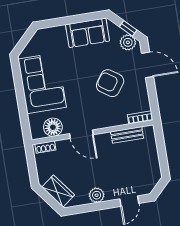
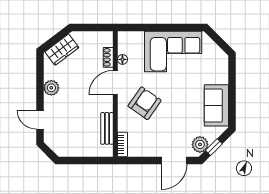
armchair: (110, 83) -> (145, 103), moved
floor lamp: (53, 127) -> (122, 59), width x0.53, depth x0.53
shoe rack: (45, 147) -> (108, 57), moved

